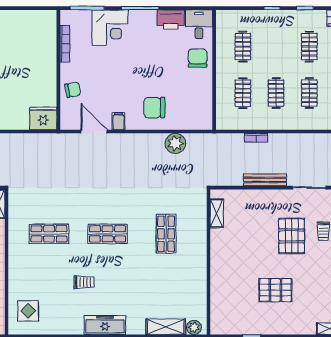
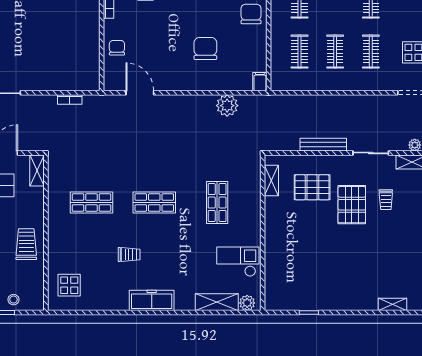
chair: (73, 90) -> (117, 48), turned -80
chair: (154, 108) -> (205, 49), moved, turned 90
fridge: (43, 118) -> (85, 79), removed
filing cabinet: (118, 121) -> (260, 82), moved
bookcase: (256, 138) -> (70, 99), moved
checkout: (185, 289) -> (238, 262), added
pallet: (275, 290) -> (312, 187), moved

